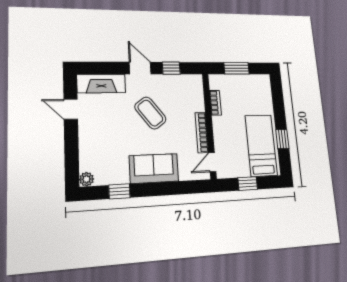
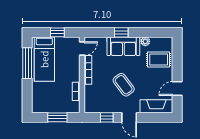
door: (71, 109) -> (177, 88), swing flipped
window: (282, 139) -> (27, 63), width x2.17
rug: (100, 151) -> (159, 60), added
plant: (87, 179) -> (145, 41), moved
window: (119, 191) -> (121, 32), moved

